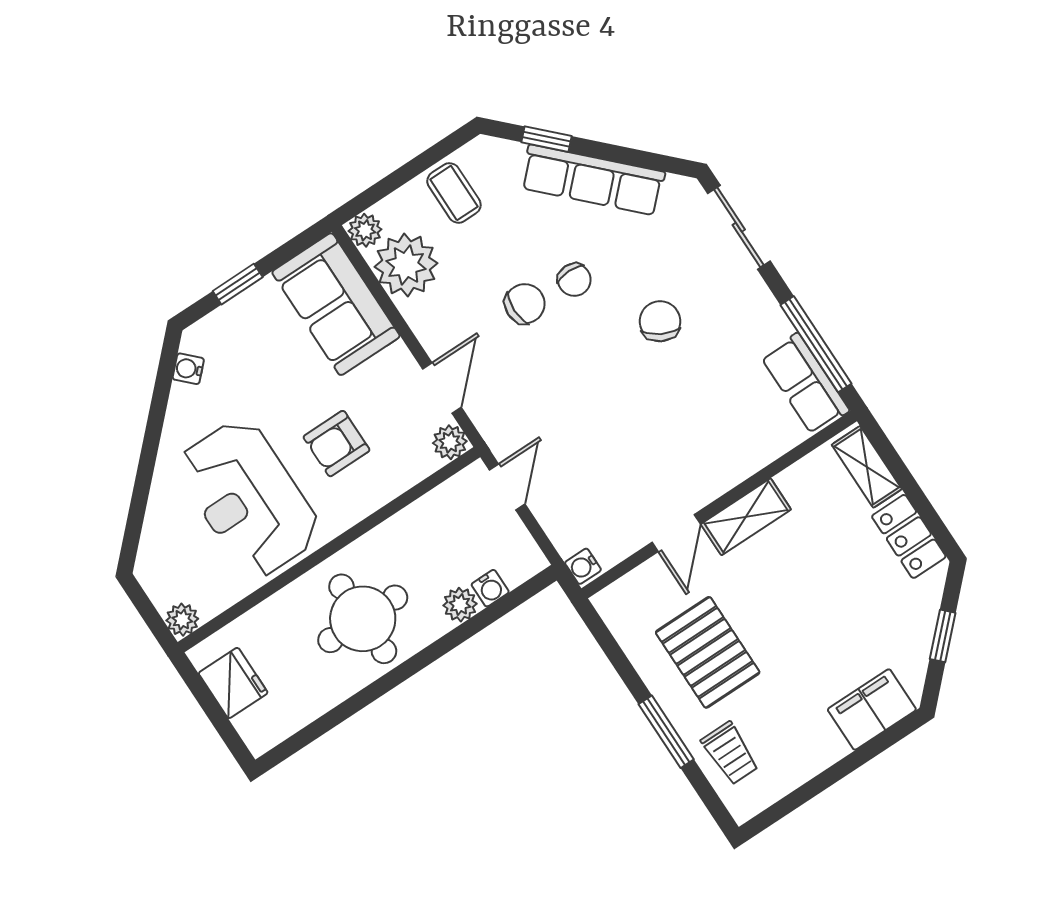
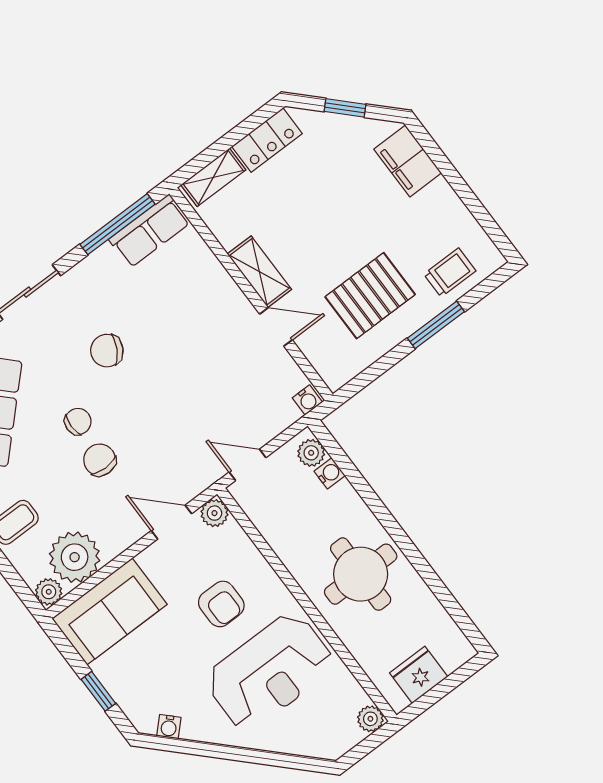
plant: (460, 605) -> (311, 453), moved

